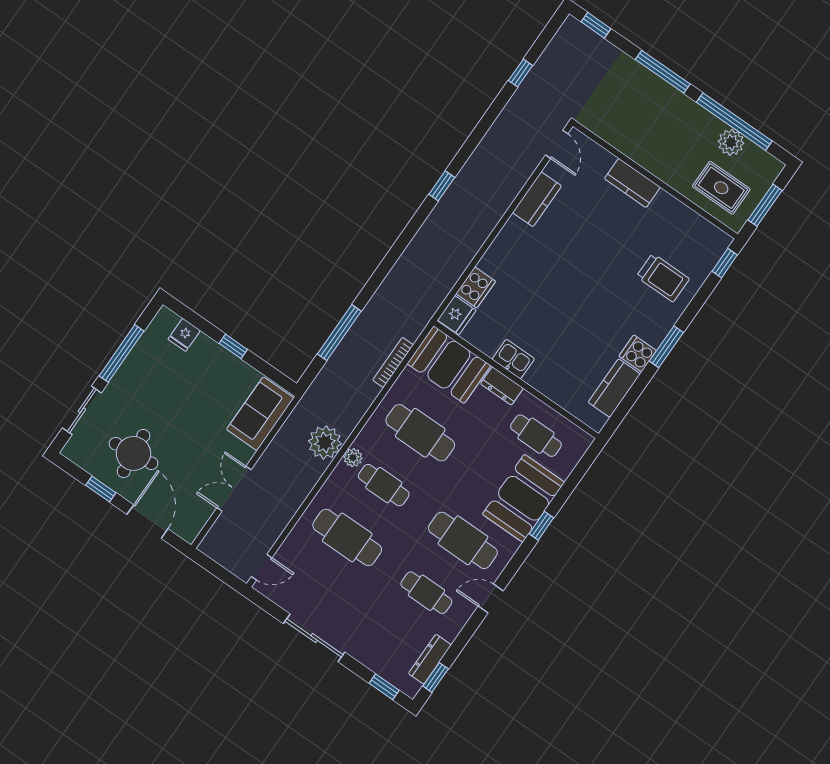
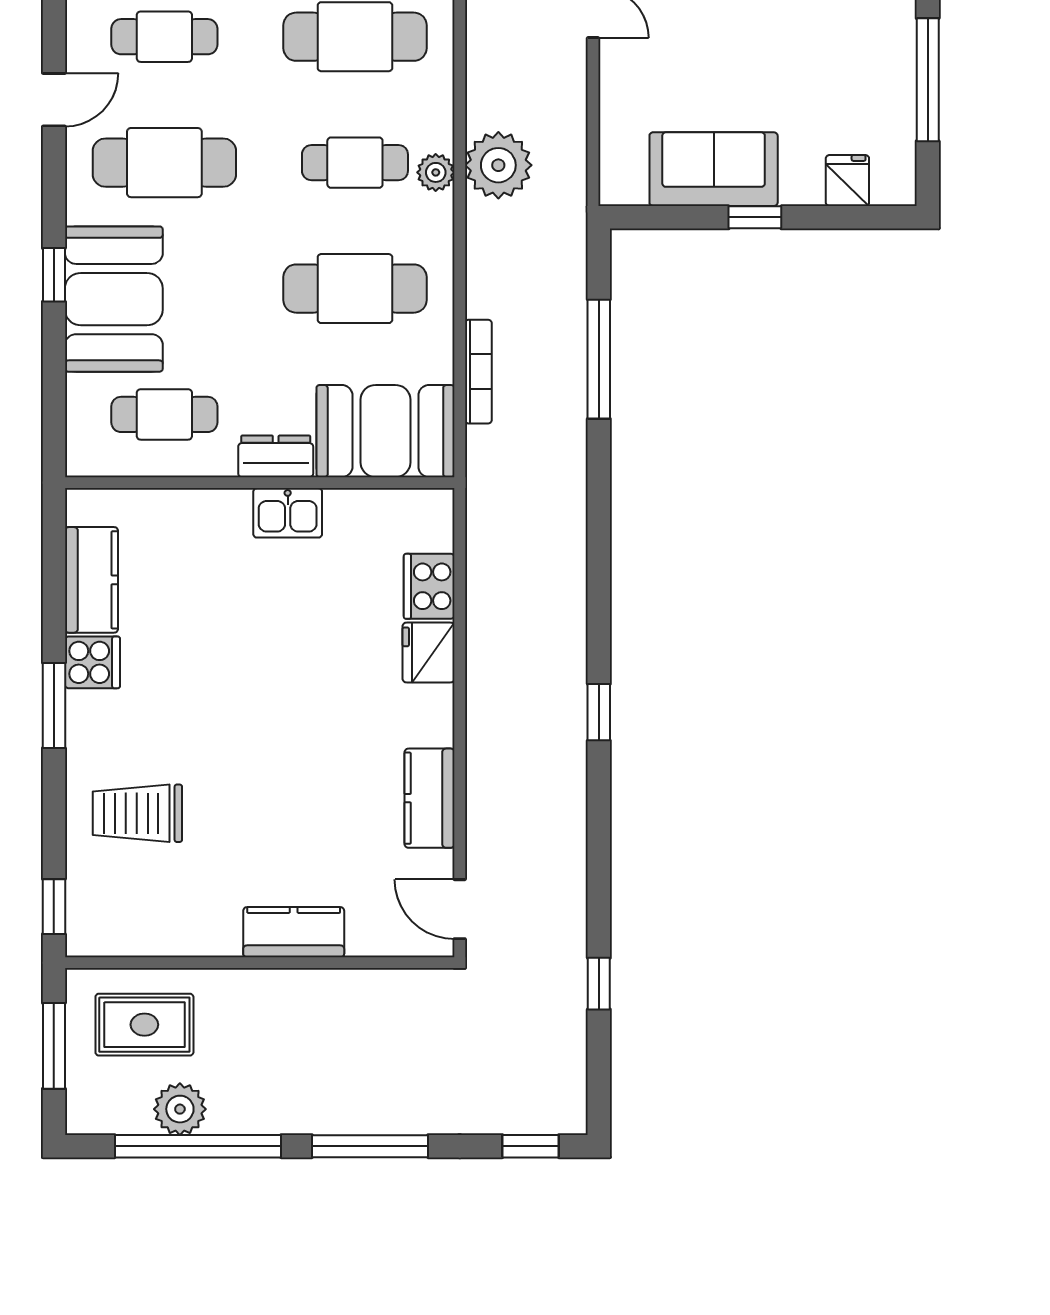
fridge: (457, 315) -> (429, 652), moved
sofa: (260, 414) -> (714, 169), moved, turned -90

